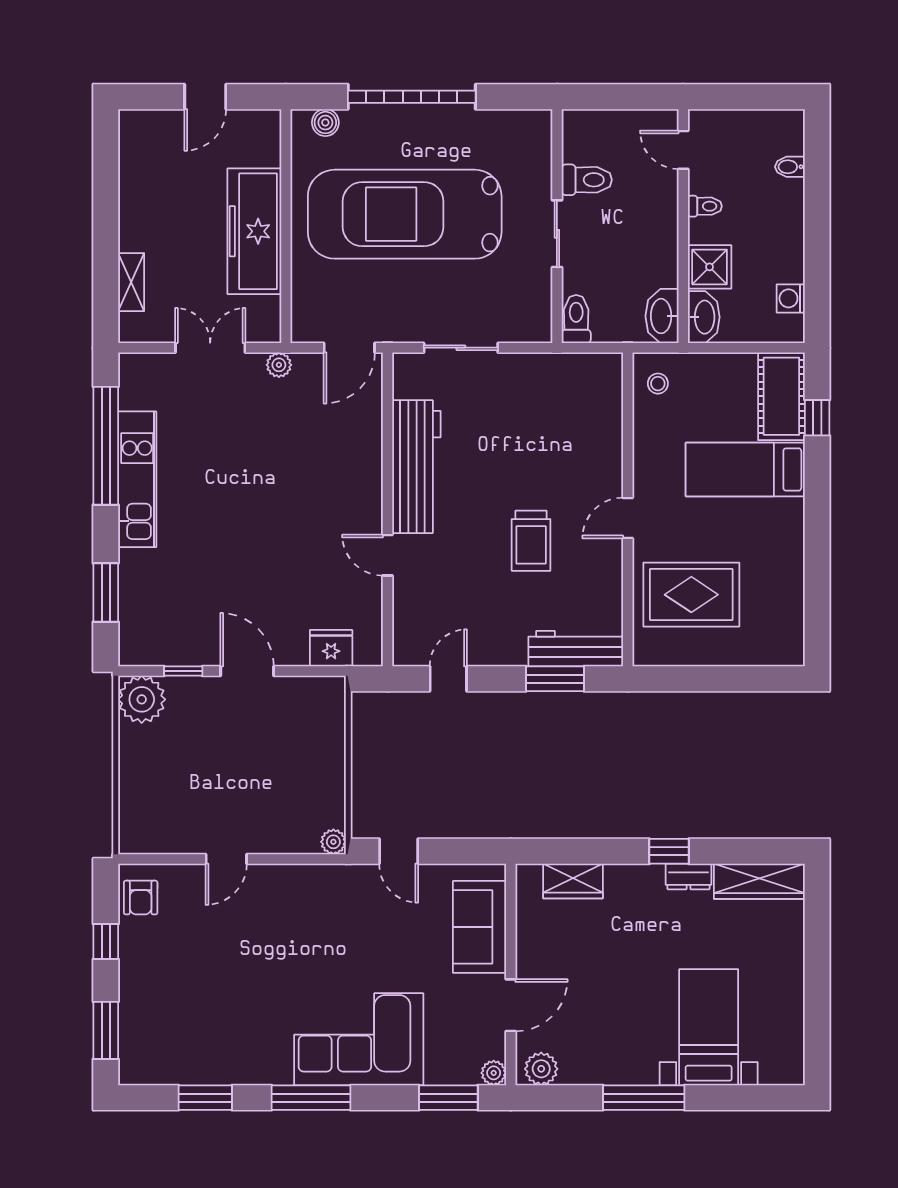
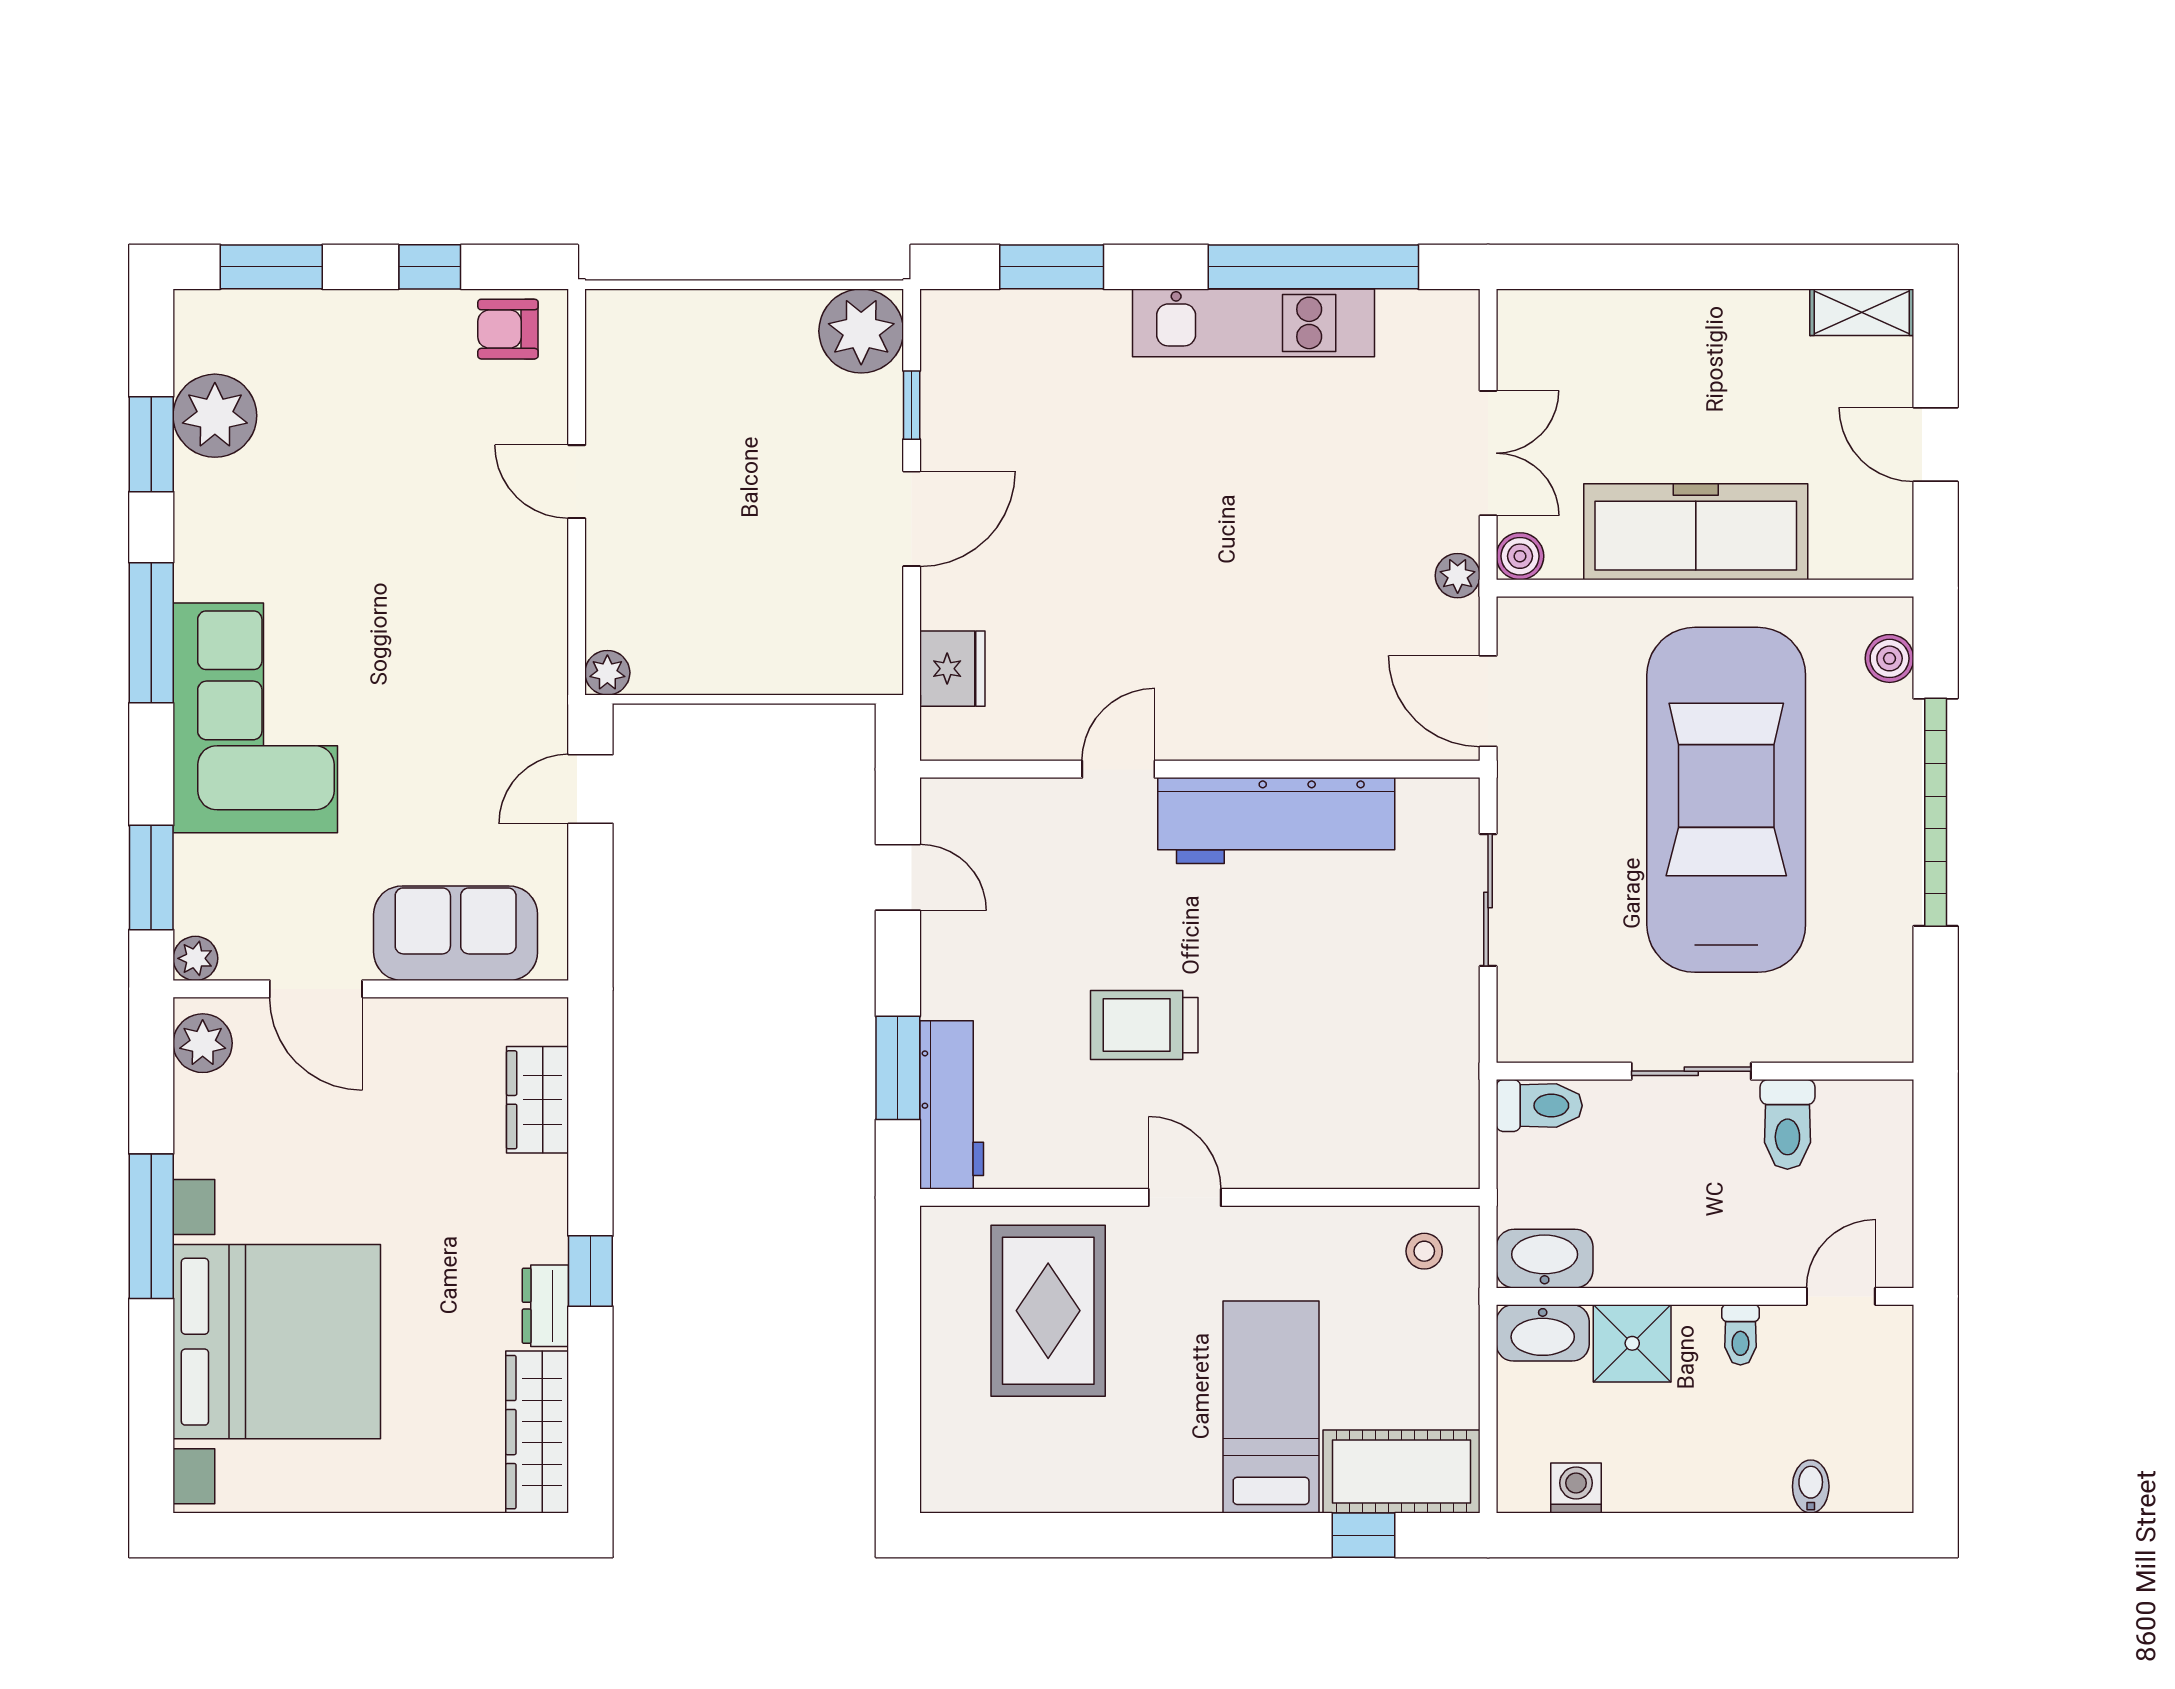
shelving: (131, 282) -> (1862, 312), moved
boiler: (268, 330) -> (1520, 556), added
bed with nightstands: (709, 1027) -> (277, 1342), width x1.85
plant: (189, 1062) -> (215, 416), added

